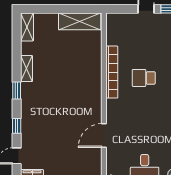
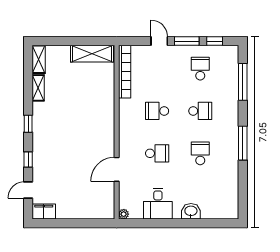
shelving: (27, 69) -> (38, 88), moved
bookcase: (112, 72) -> (125, 72), moved
school desk: (144, 120) -> (157, 153), added

